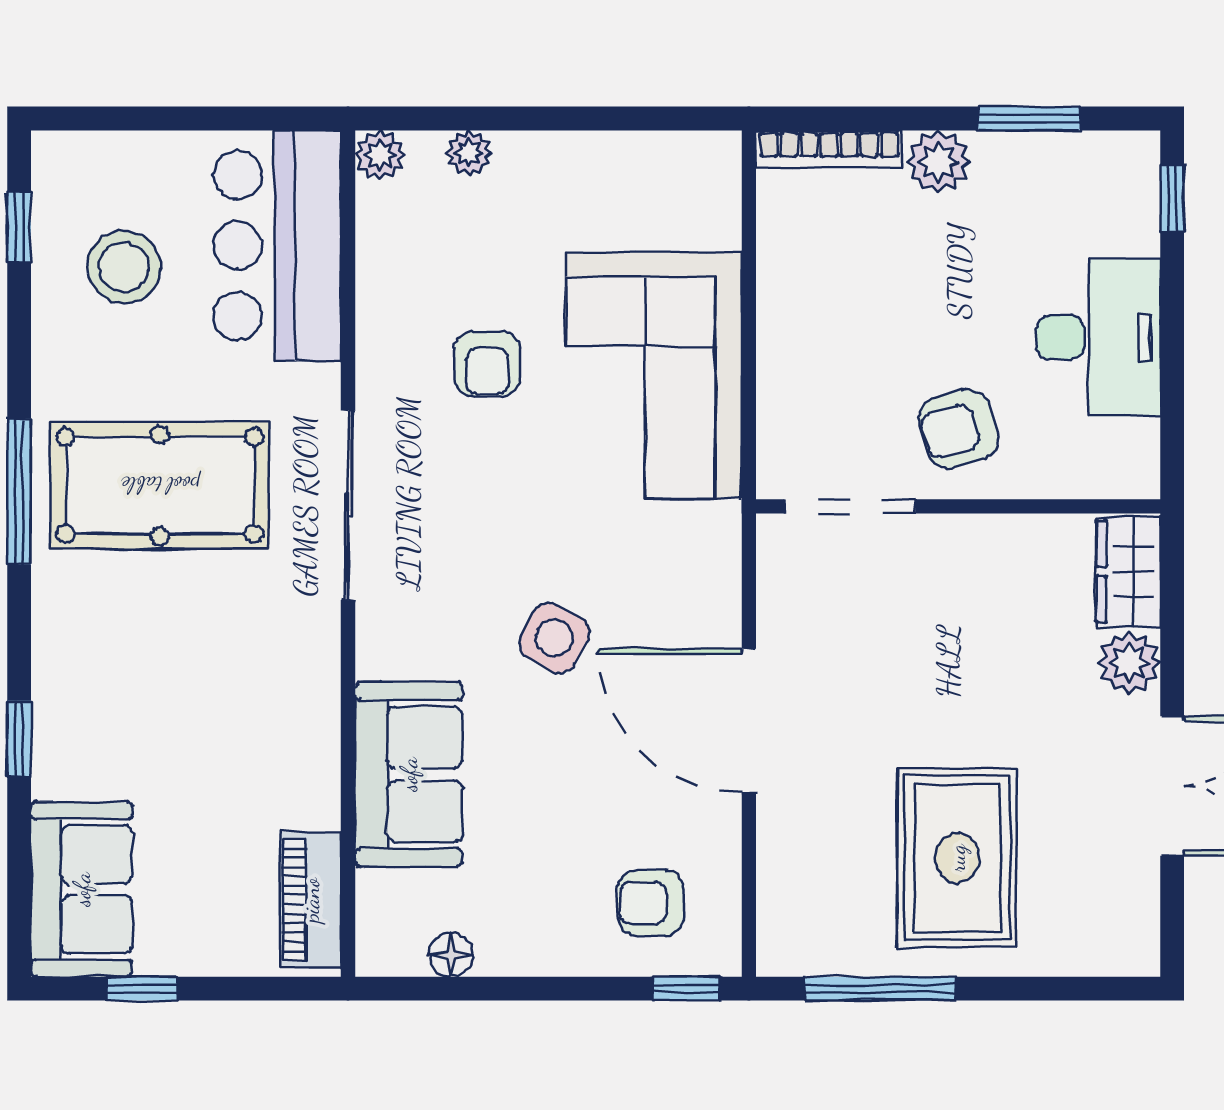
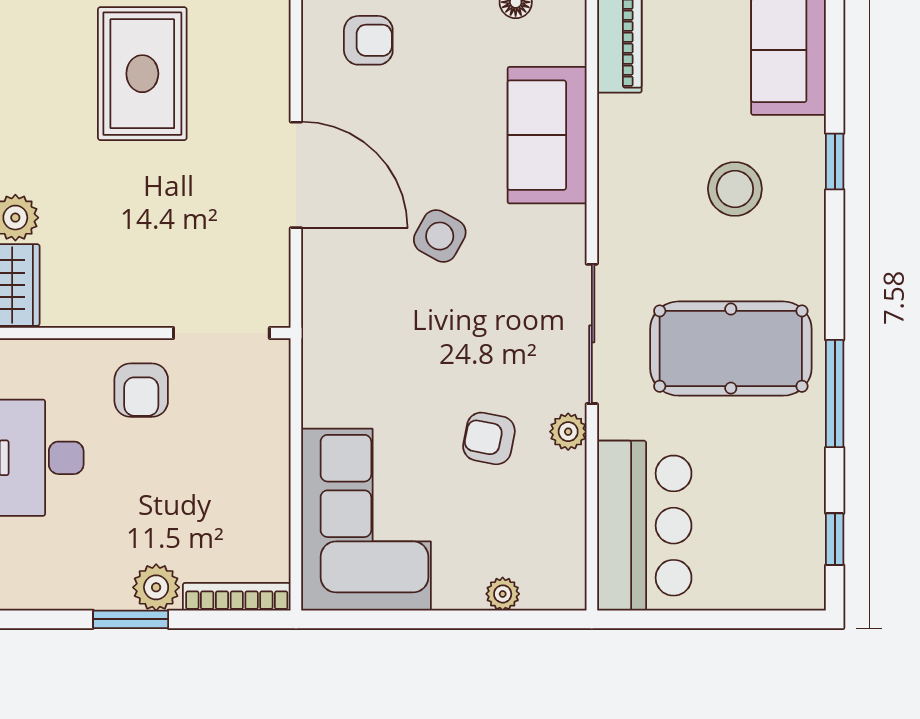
window: (1029, 119) -> (131, 619), moved
plant: (380, 155) -> (568, 432), moved
stool: (124, 267) -> (735, 189), moved
armchair: (487, 364) -> (489, 438), turned -79
corner sofa: (654, 375) -> (366, 520), moved
armchair: (959, 429) -> (141, 390), turned 106
window: (19, 492) -> (835, 394), moved

